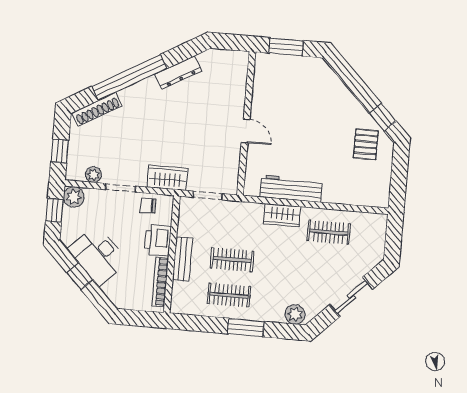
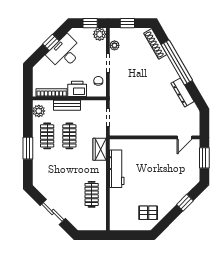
window: (383, 117) -> (185, 203), moved
door: (246, 131) -> (185, 137), moved
wardrobe: (167, 178) -> (117, 91), removed
wardrobe: (282, 215) -> (100, 149), moved
plant: (295, 314) -> (39, 111), moved

